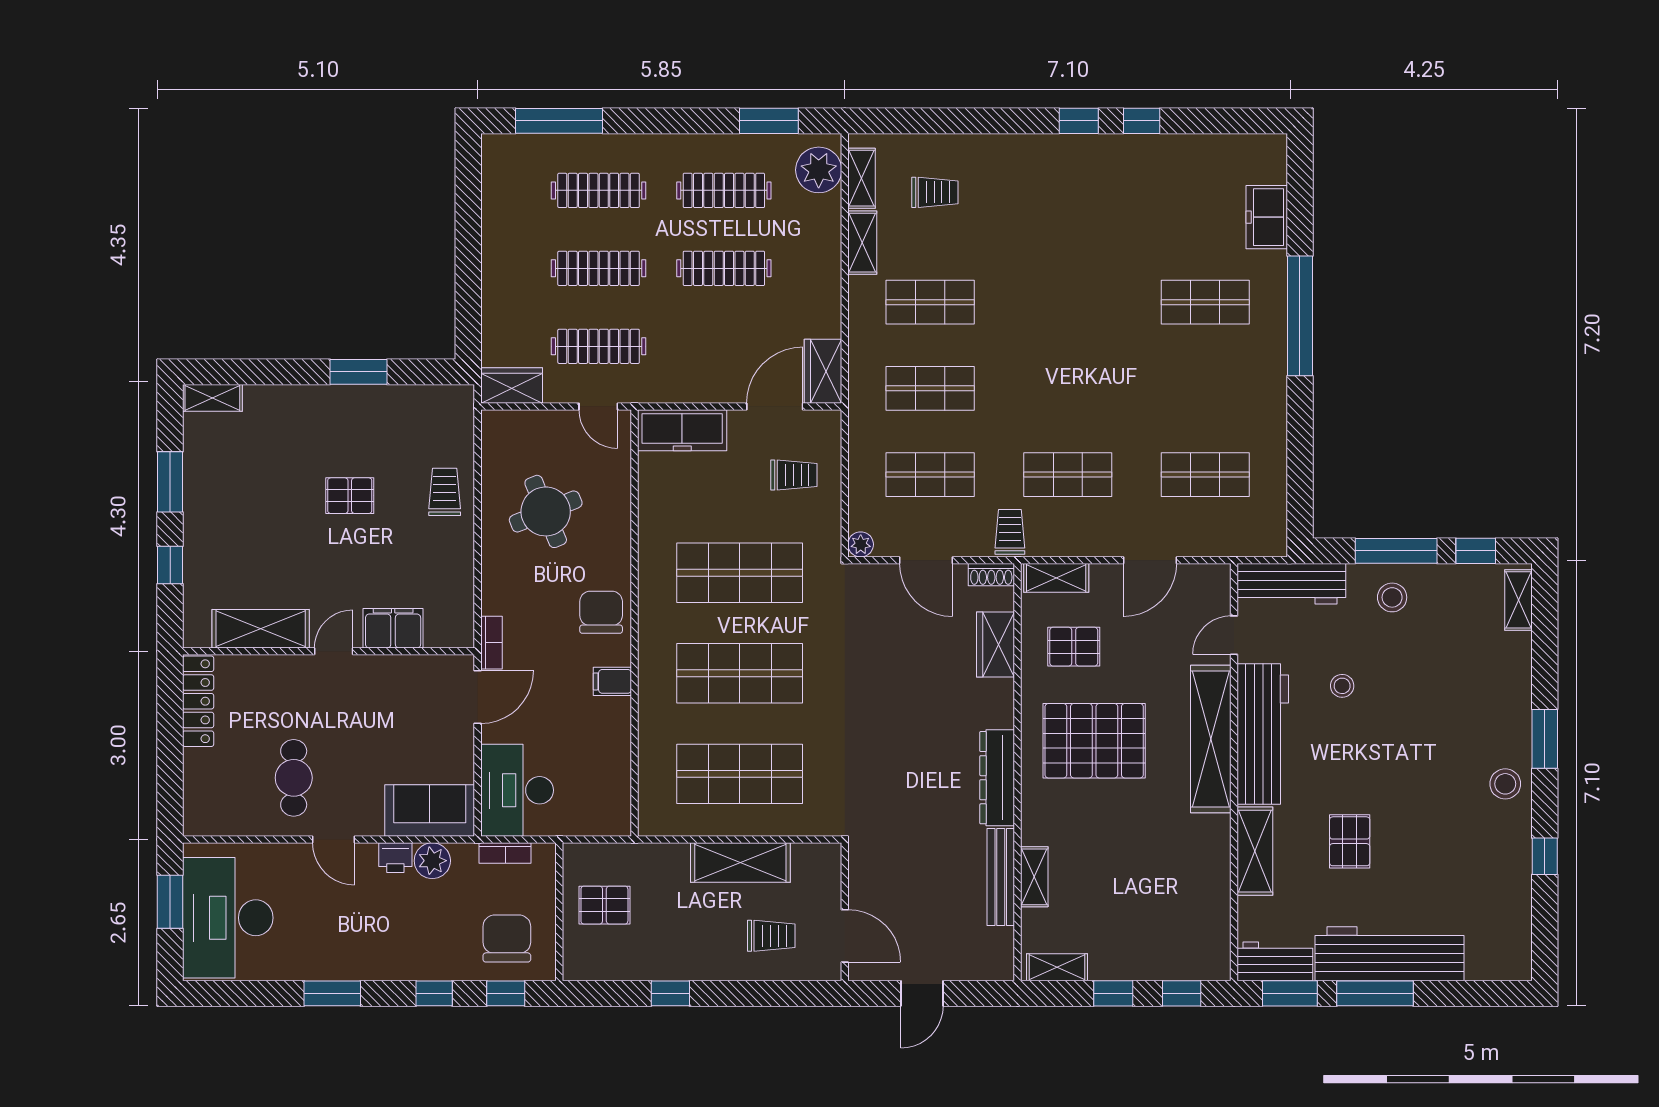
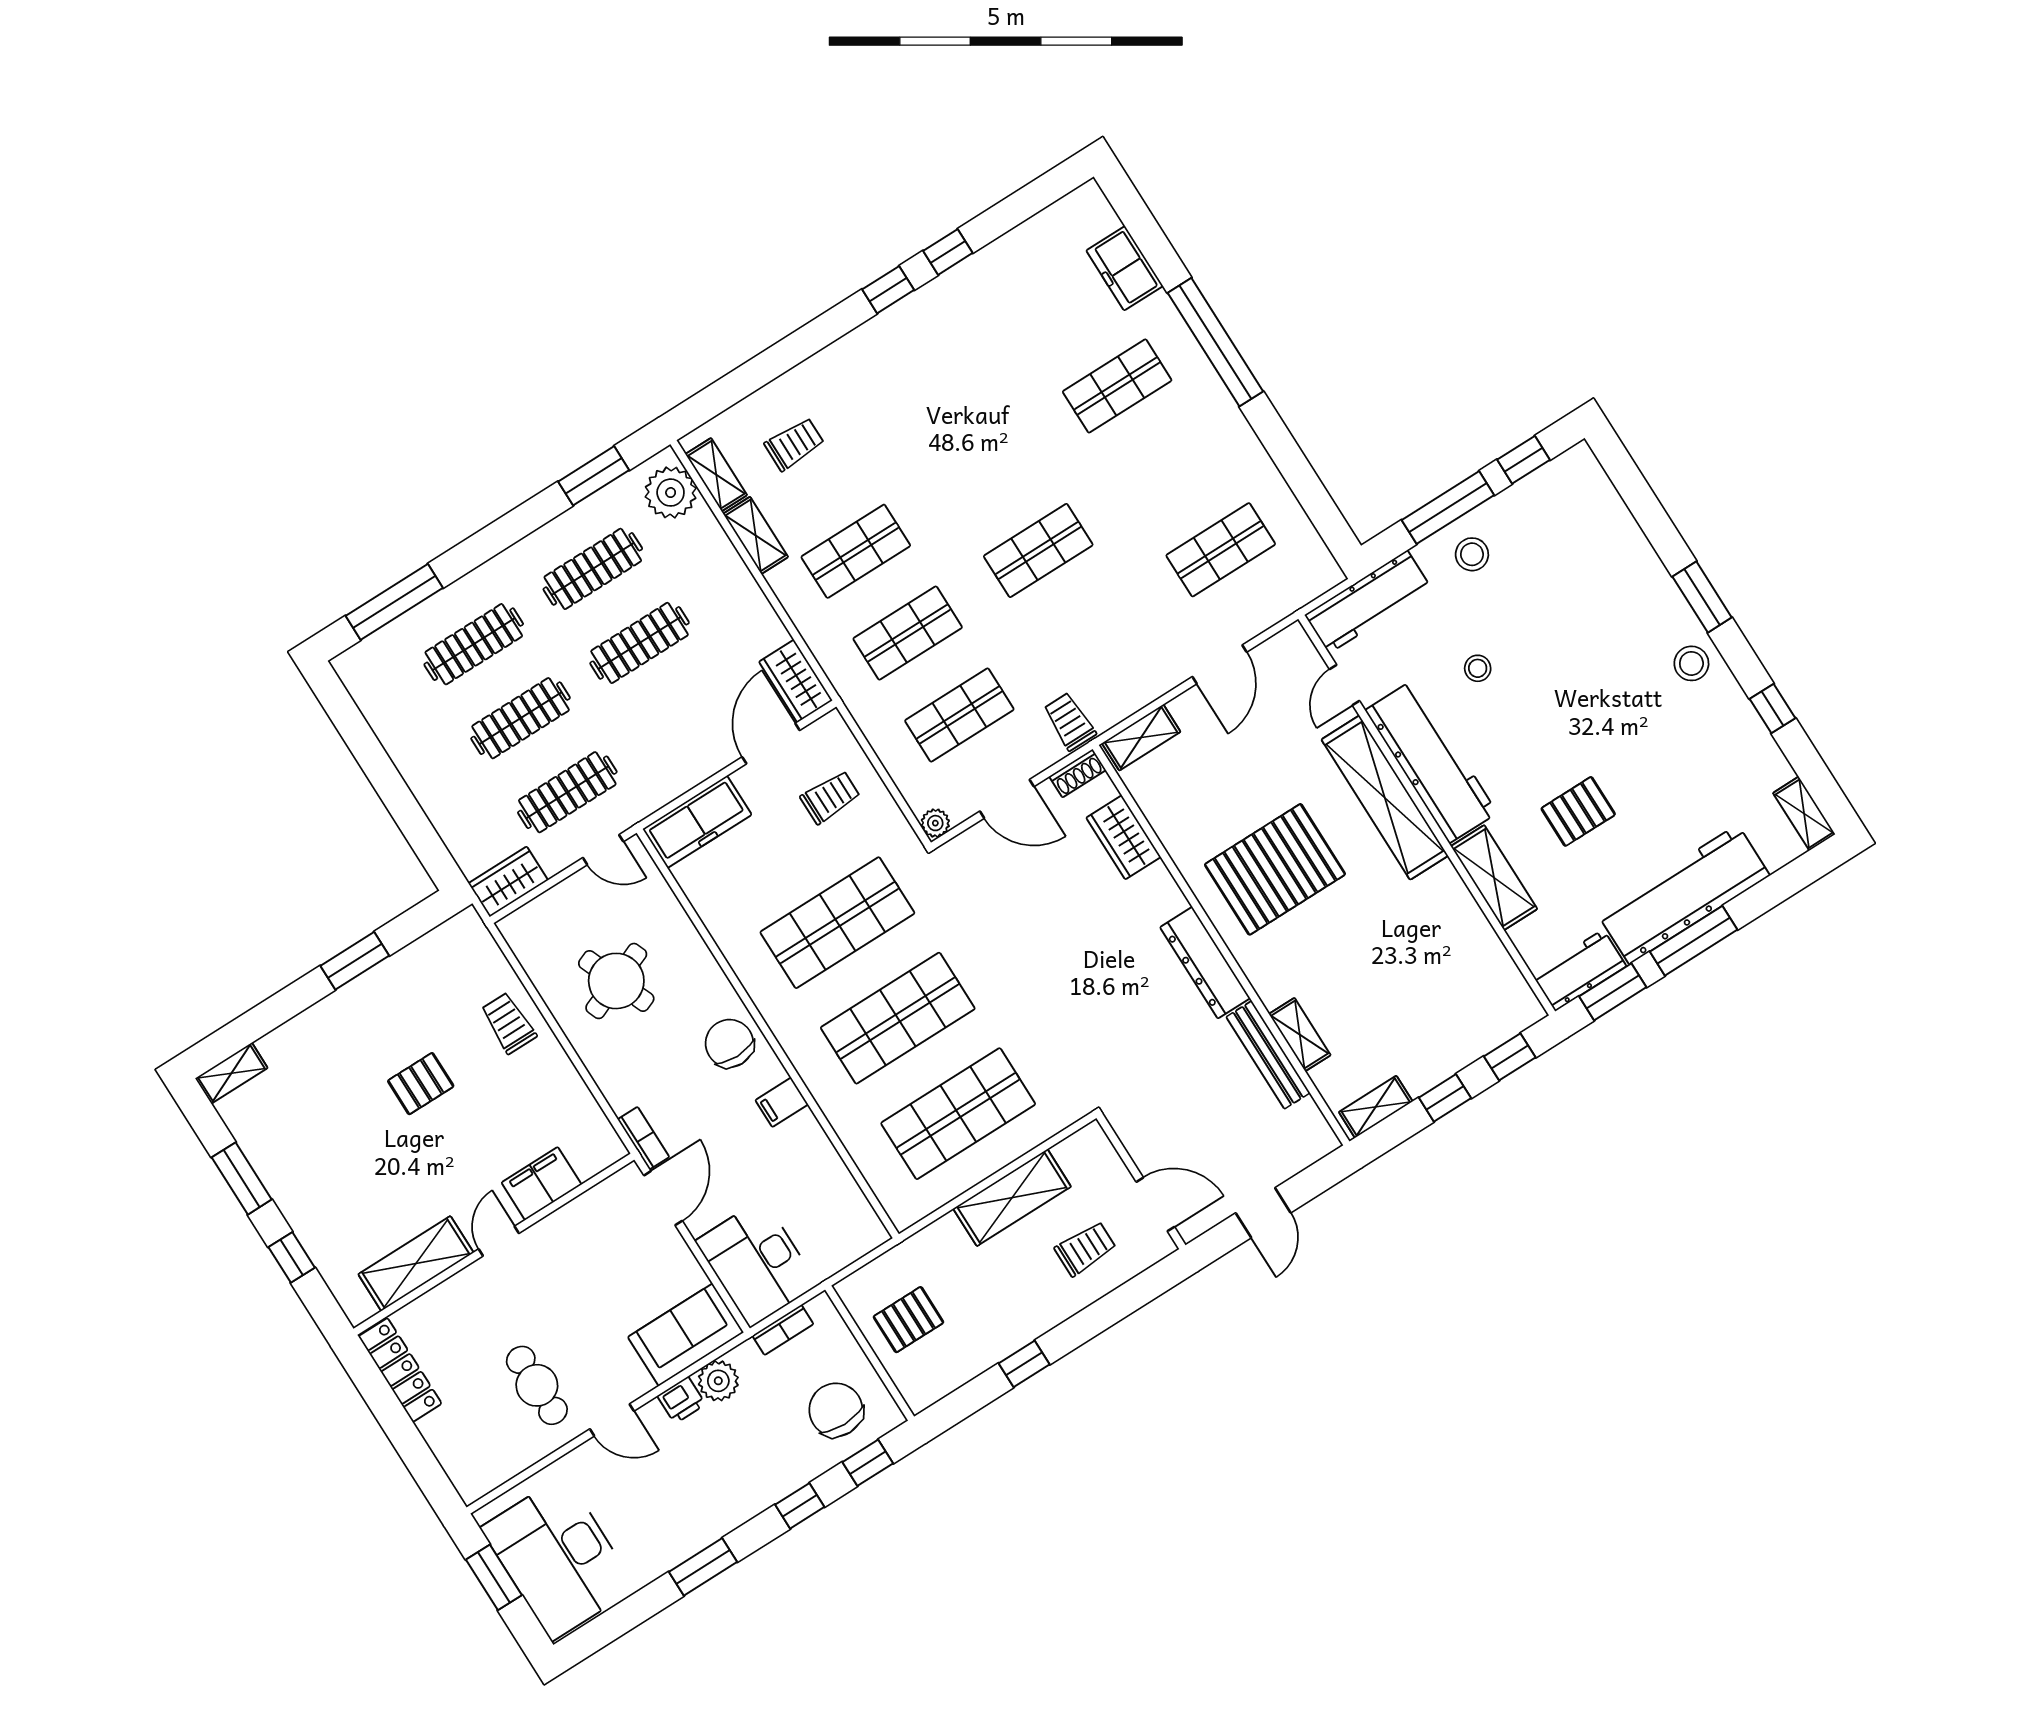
shop shelf: (1068, 475) -> (1038, 550), moved
shelving: (1519, 600) -> (1804, 814), moved
pallet: (1074, 647) -> (1199, 792), removed
pallet: (1350, 841) -> (1578, 811), turned 90

